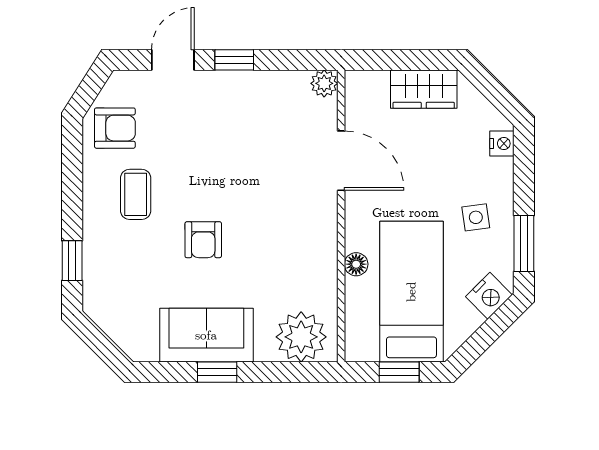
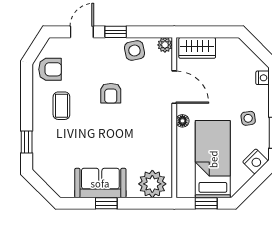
wardrobe: (424, 89) -> (197, 48), moved
side table: (269, 94) -> (134, 51), added
armchair: (203, 240) -> (111, 93), moved
floor lamp: (356, 264) -> (182, 121), moved

